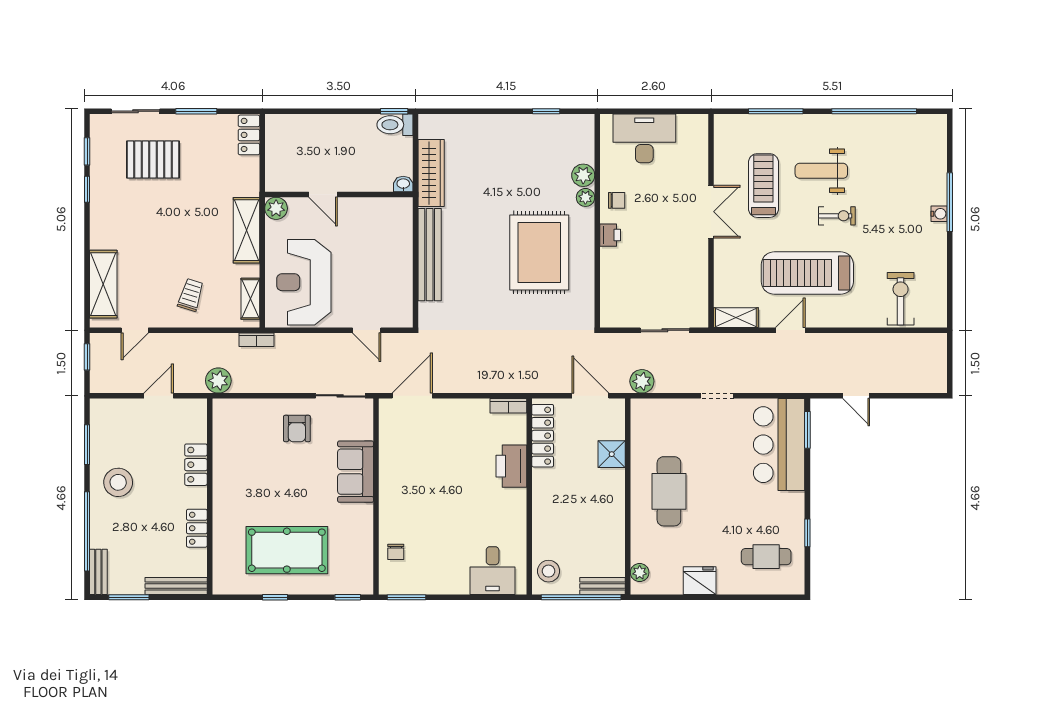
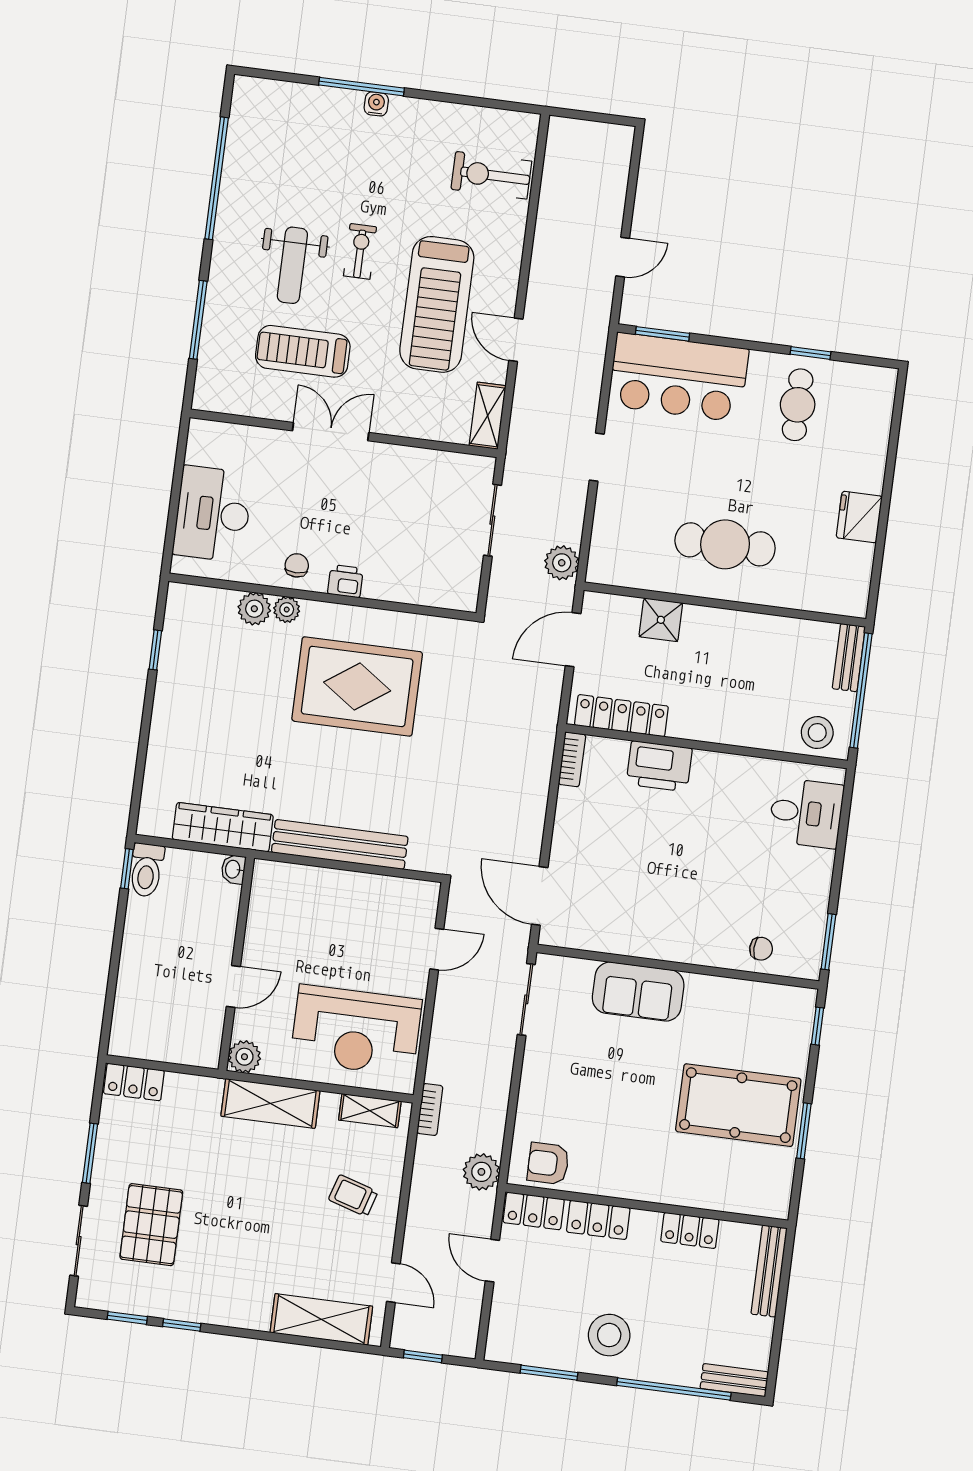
locker: (196, 420) -> (534, 1211), added
armchair: (297, 429) -> (548, 1163), moved, turned 180
pool table: (287, 550) -> (738, 1105), turned 90
cafe table: (766, 557) -> (798, 405), moved
plant: (640, 573) -> (836, 602), removed
window: (129, 597) -> (777, 1341), removed
window: (275, 597) -> (804, 1131), width x1.50

